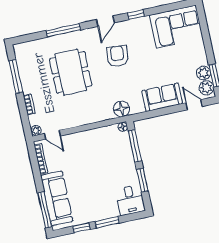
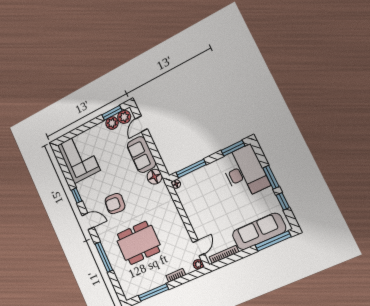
floor lamp: (121, 109) -> (155, 177), moved
window: (142, 180) -> (233, 148), moved
desk: (130, 200) -> (245, 172), width x1.87, depth x1.30

